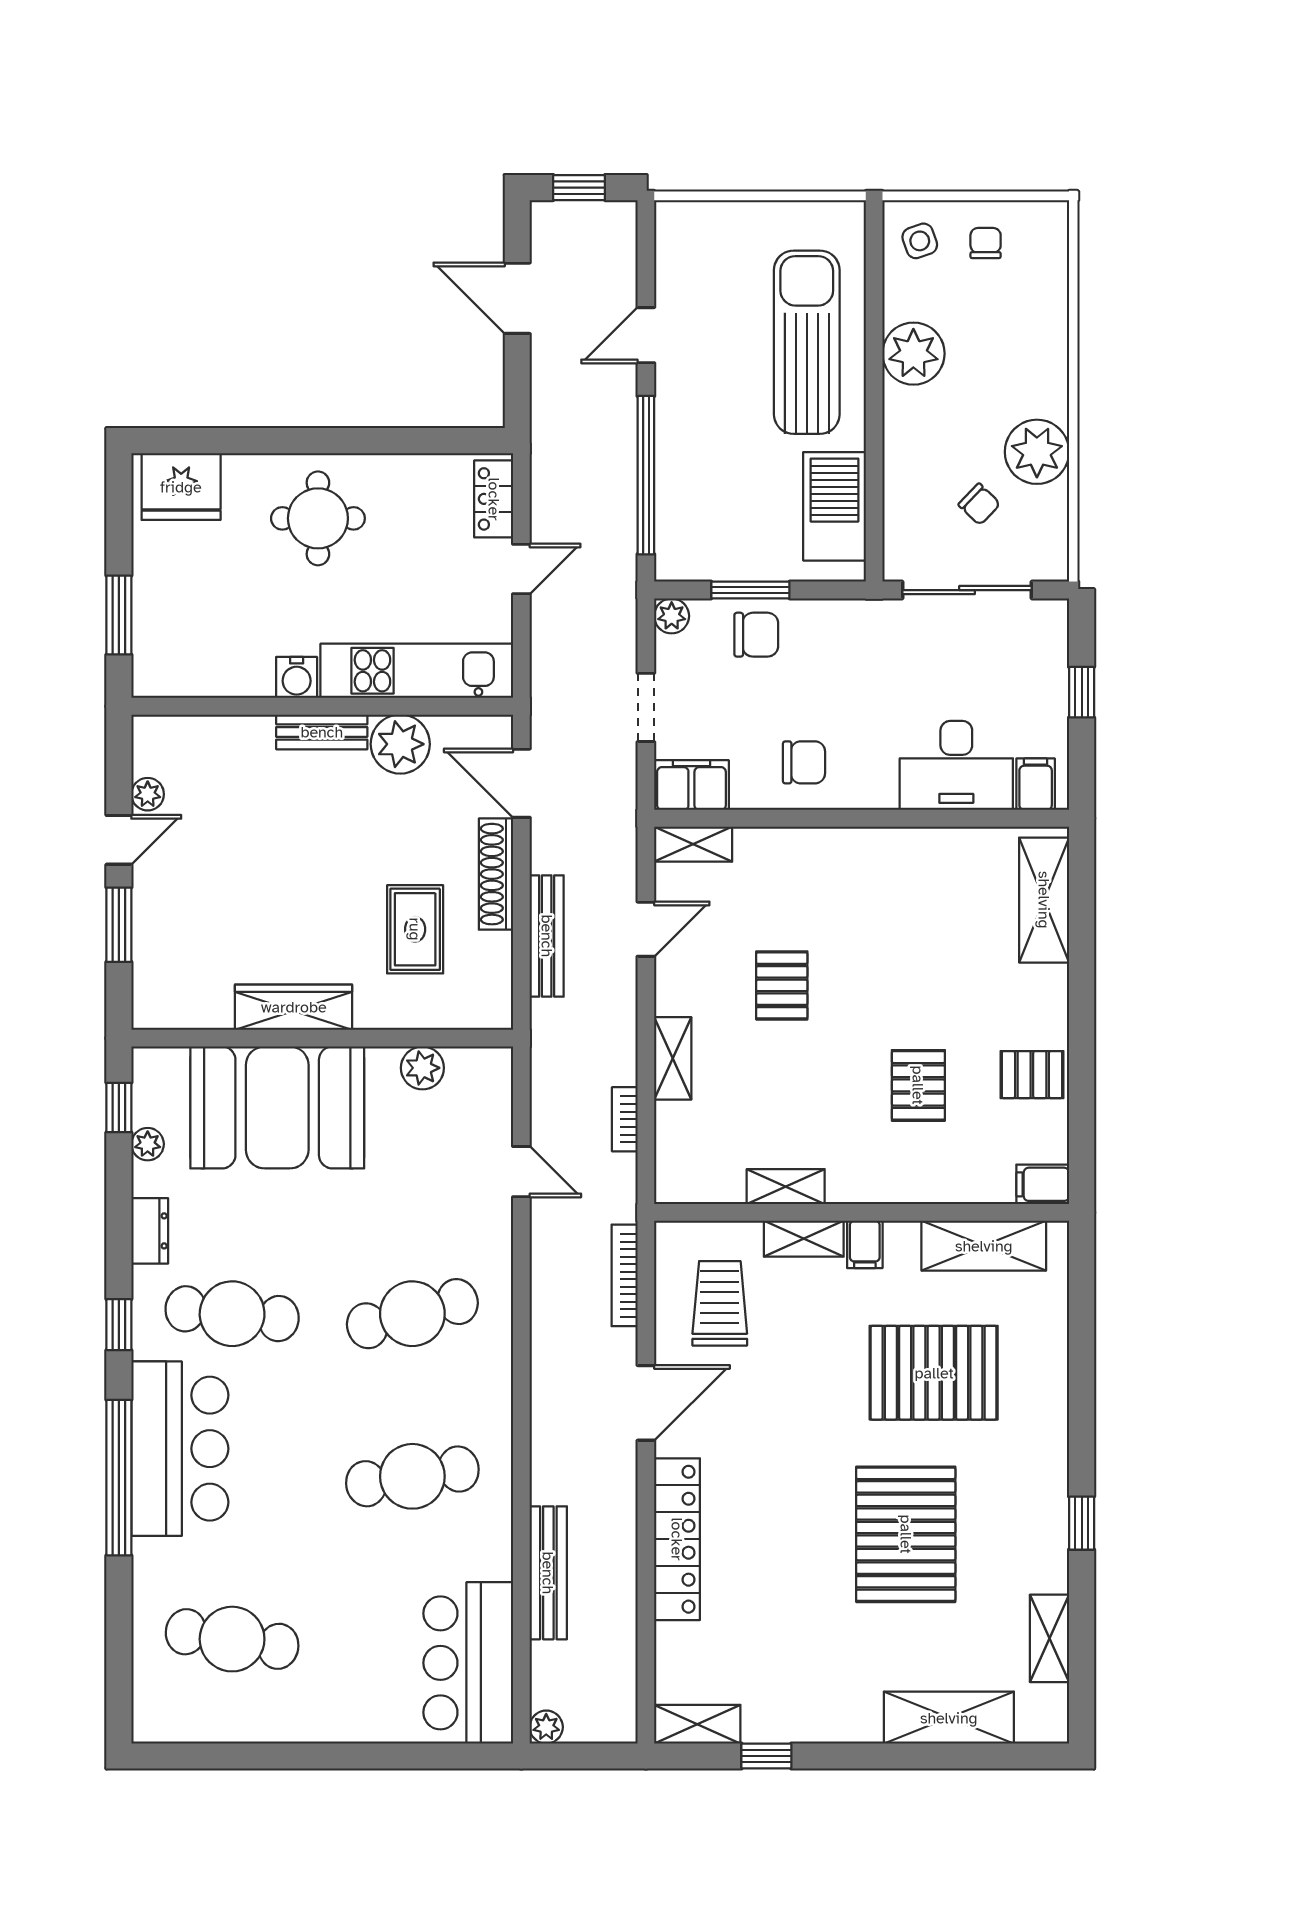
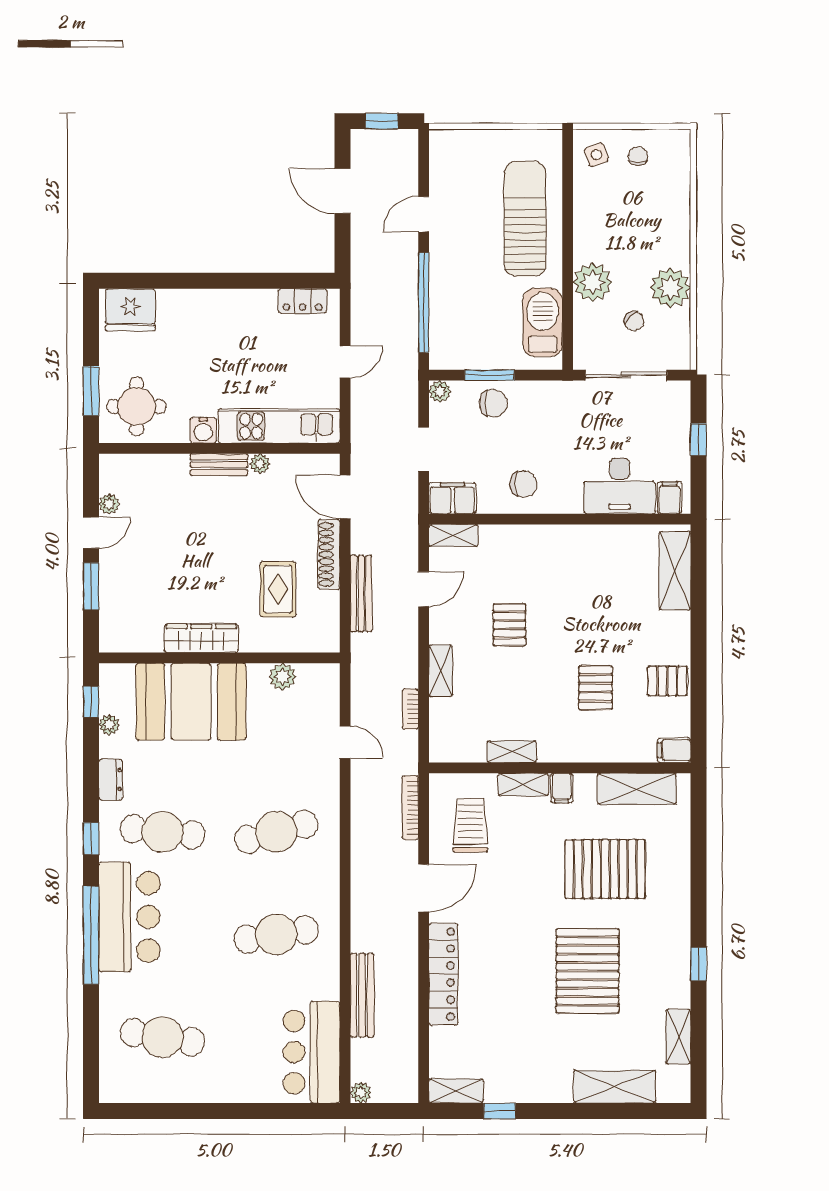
plant: (913, 354) -> (592, 282), moved
locker: (494, 499) -> (303, 301), moved, turned -90
round table: (318, 518) -> (137, 406), moved
plant: (400, 744) -> (260, 464), width x0.53, depth x0.53

